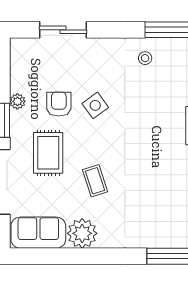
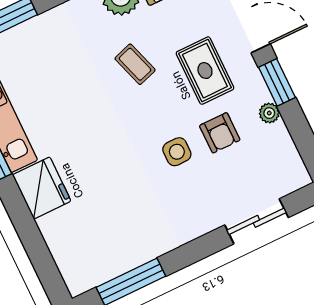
stool: (145, 58) -> (146, 234), removed
side table: (95, 105) -> (177, 152), turned 36

